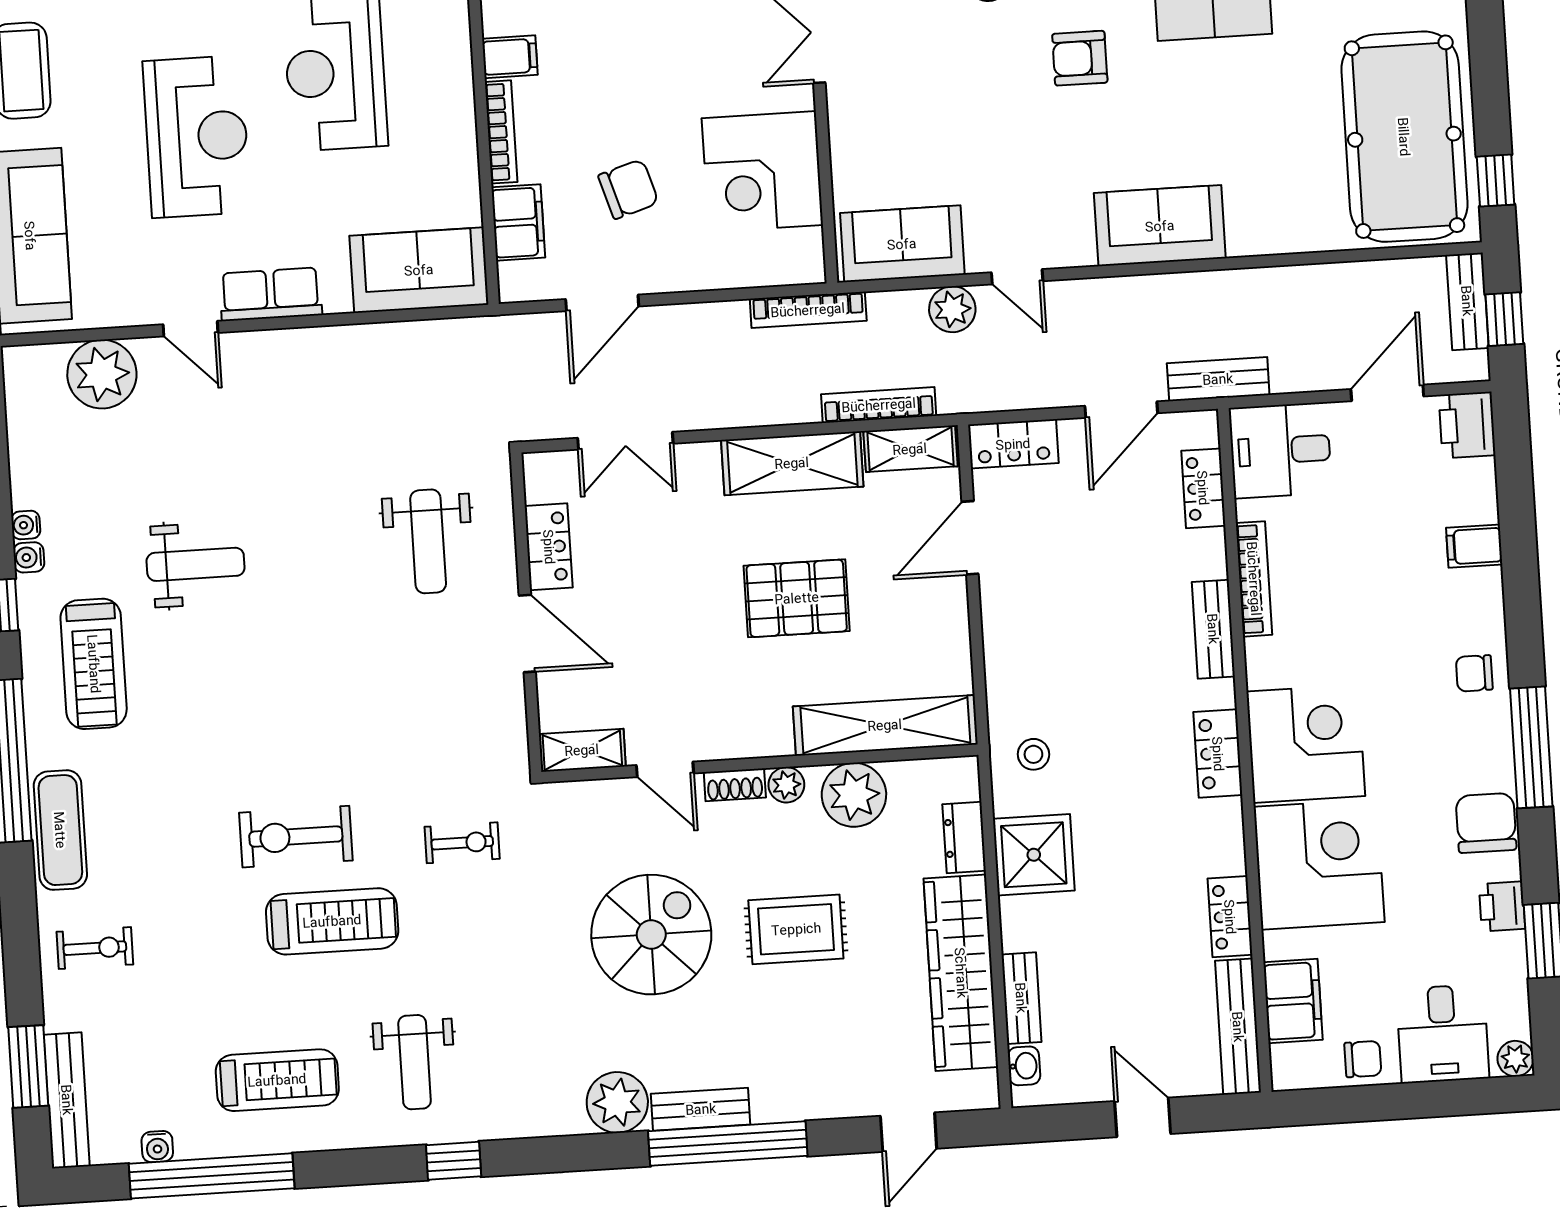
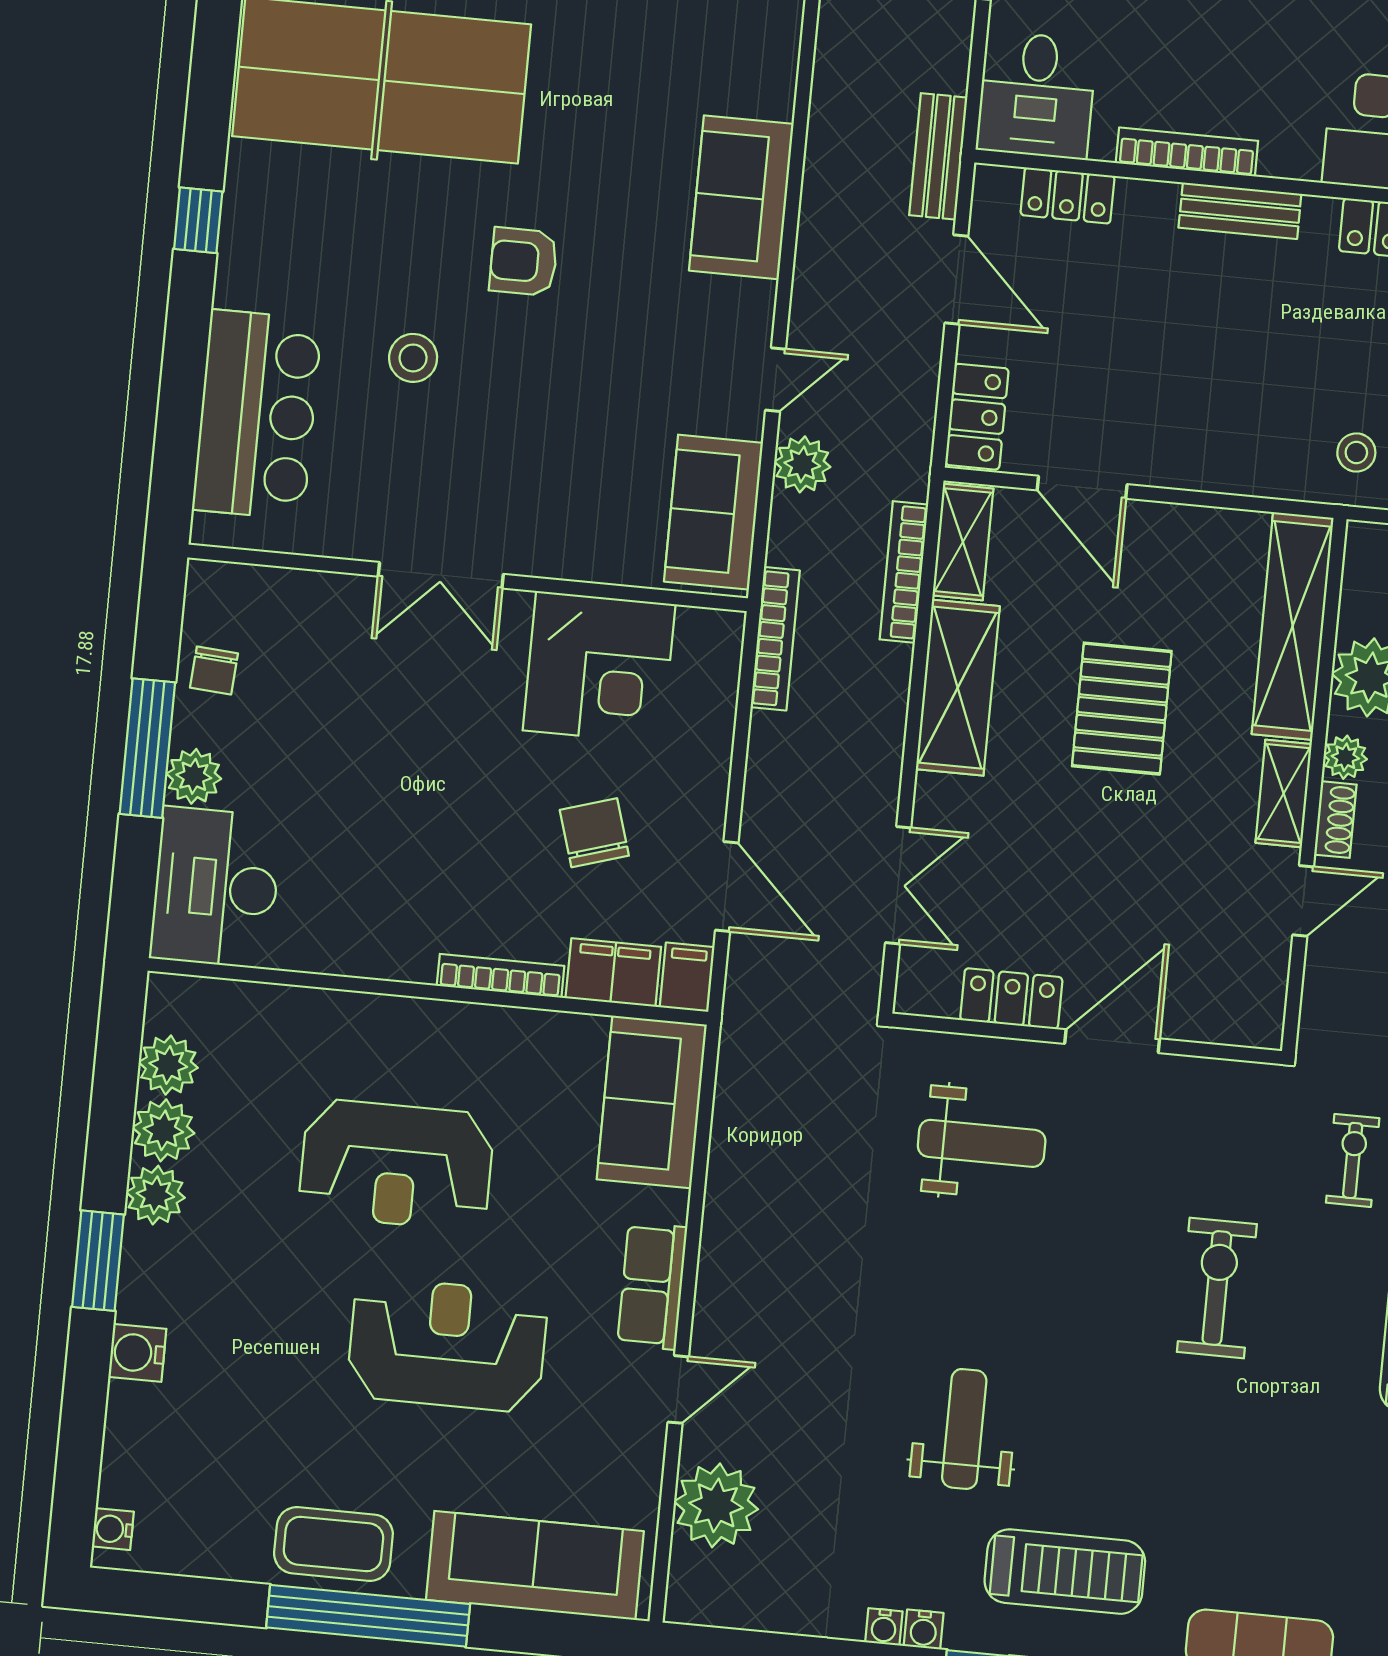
filing cabinet: (510, 57) -> (687, 977), moved
armchair: (1080, 58) -> (523, 262), turned 90
shelving: (582, 750) -> (1284, 793), moved
exercise bike: (296, 837) -> (1217, 1288), moved, turned 180

